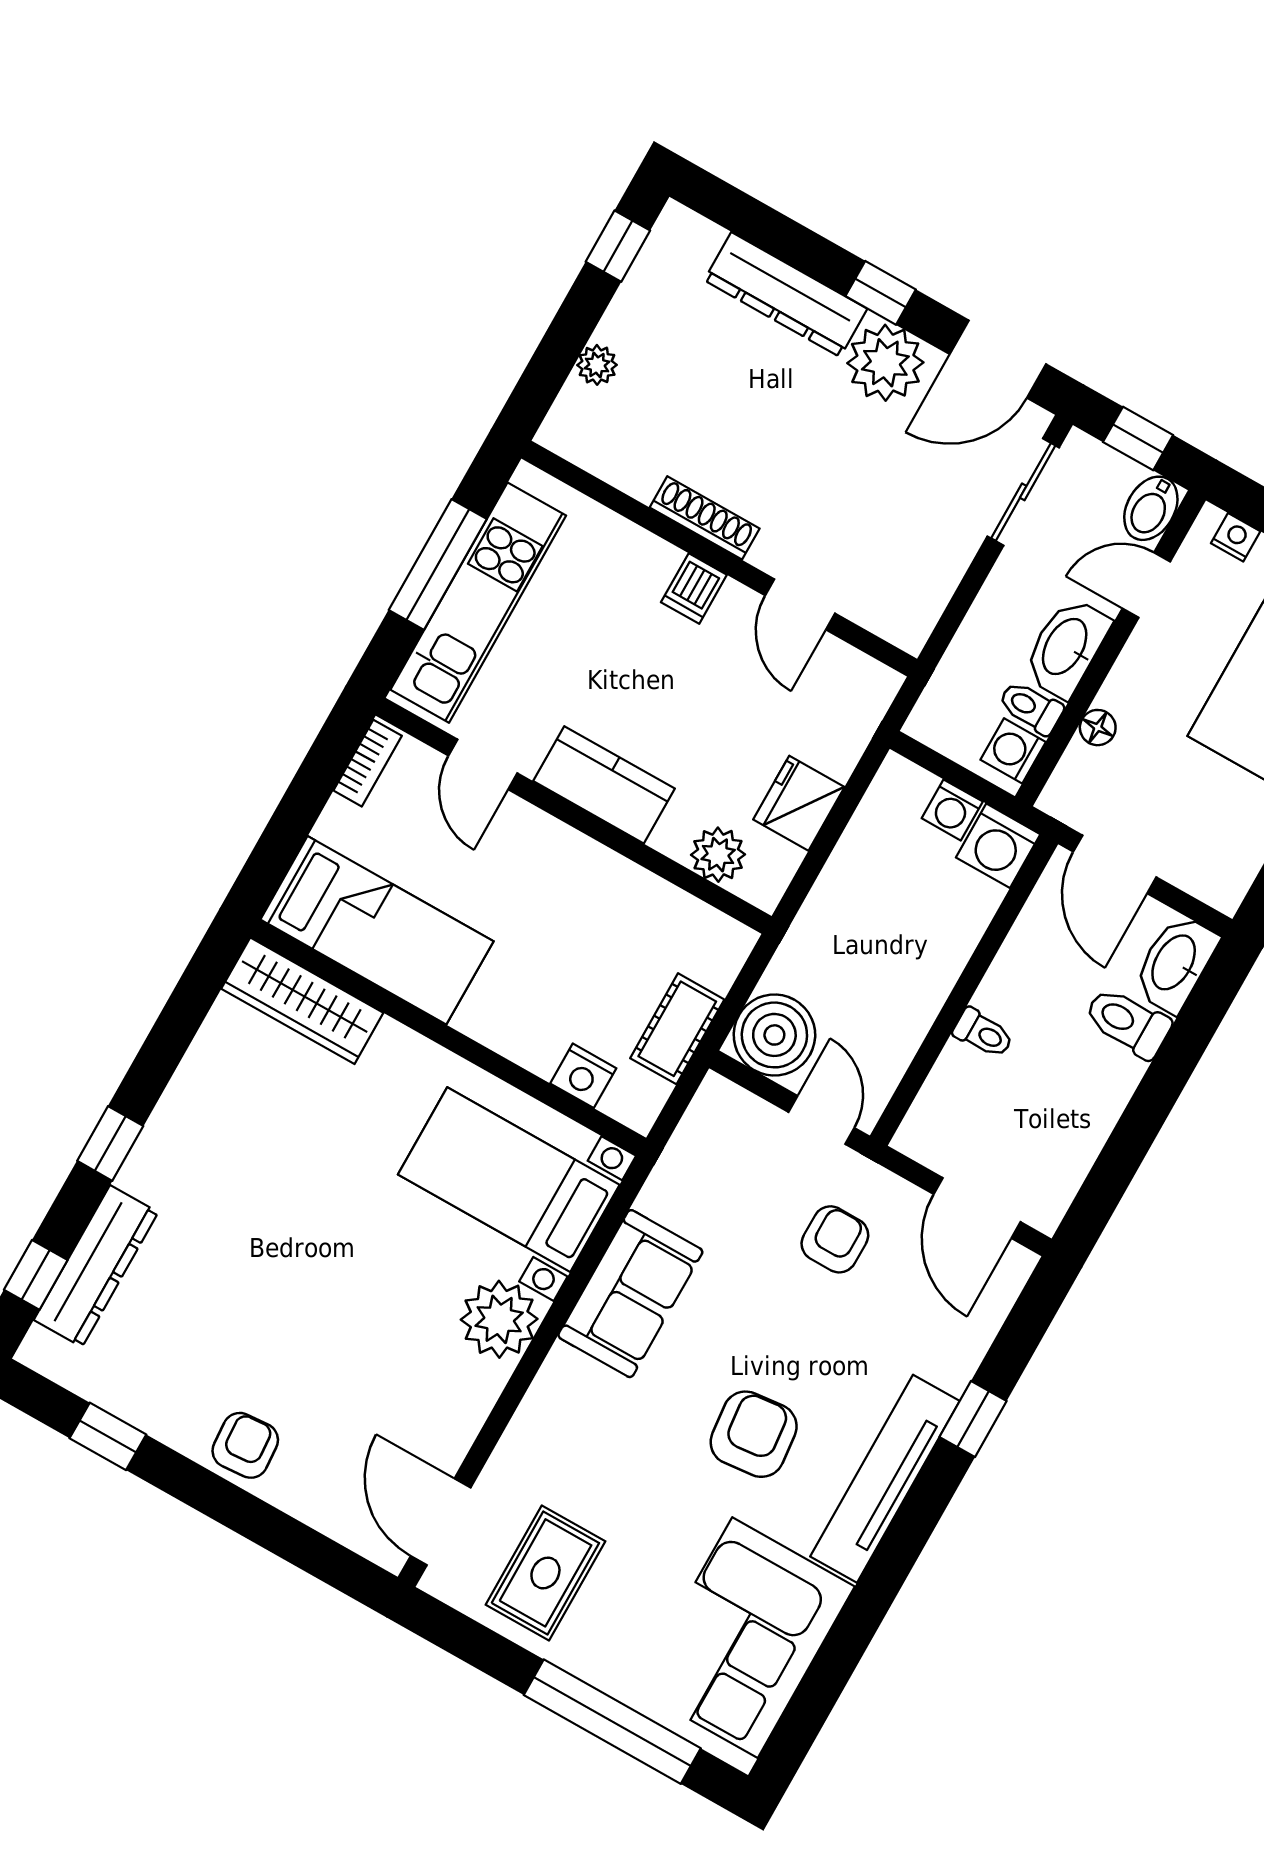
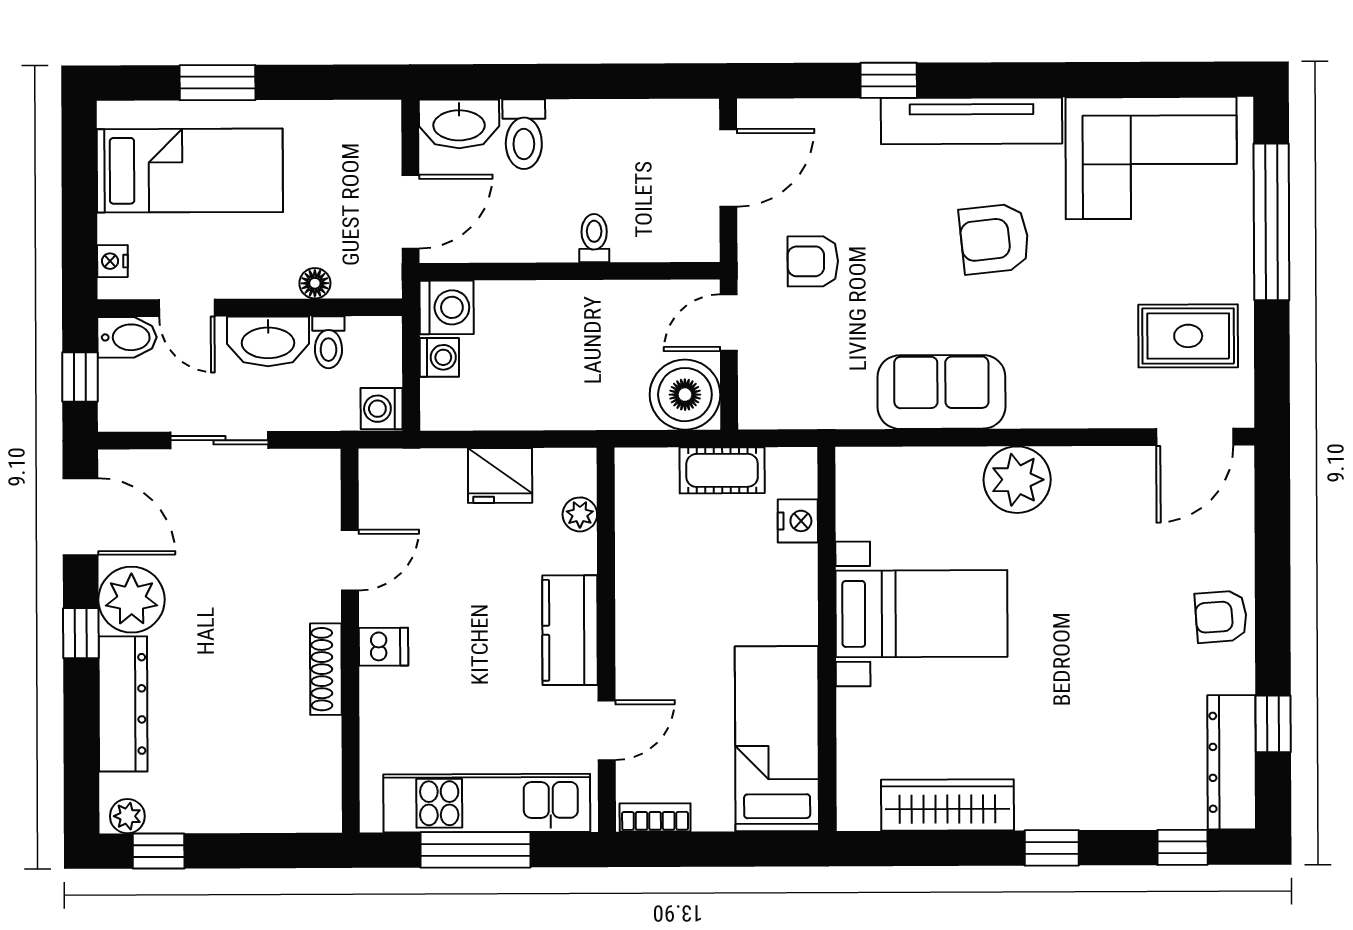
plant: (597, 365) -> (127, 816), moved
sliding door: (1023, 492) -> (219, 440), moved
washing machine: (1013, 751) -> (382, 409), moved, turned 90
plant: (718, 855) -> (580, 514), width x0.73, depth x0.73
wardrobe: (302, 1001) -> (947, 805), moved, turned -90
bed with nightstands: (509, 1180) -> (921, 614), moved, turned -90
dresser: (96, 1266) -> (1232, 762), moved, turned -90

